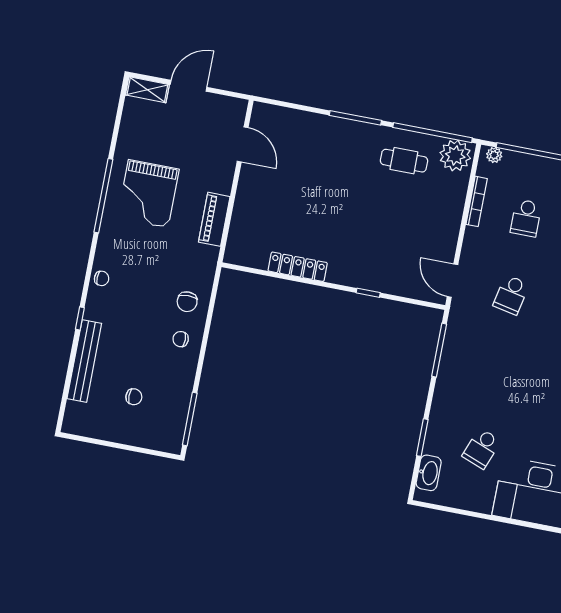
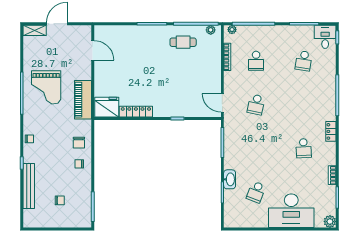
plant: (455, 156) -> (211, 30), width x0.53, depth x0.53
piano: (214, 219) -> (83, 100), width x1.37, depth x1.33
fridge: (248, 249) -> (107, 107), added
washbasin: (429, 473) -> (230, 179), moved

